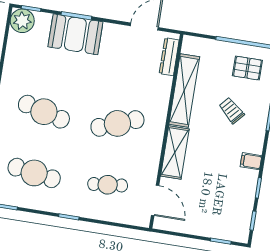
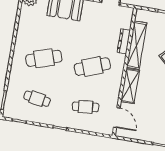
dresser: (169, 57) -> (124, 41), moved
cafe table: (44, 112) -> (44, 58), turned -33
cafe table: (34, 173) -> (37, 99), width x0.73, depth x0.74

